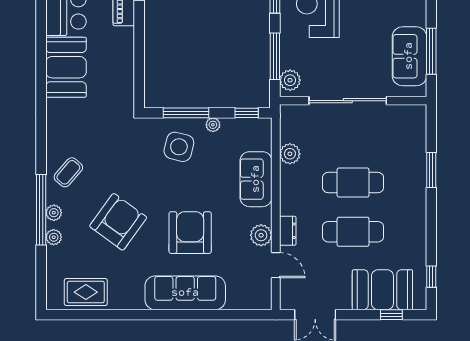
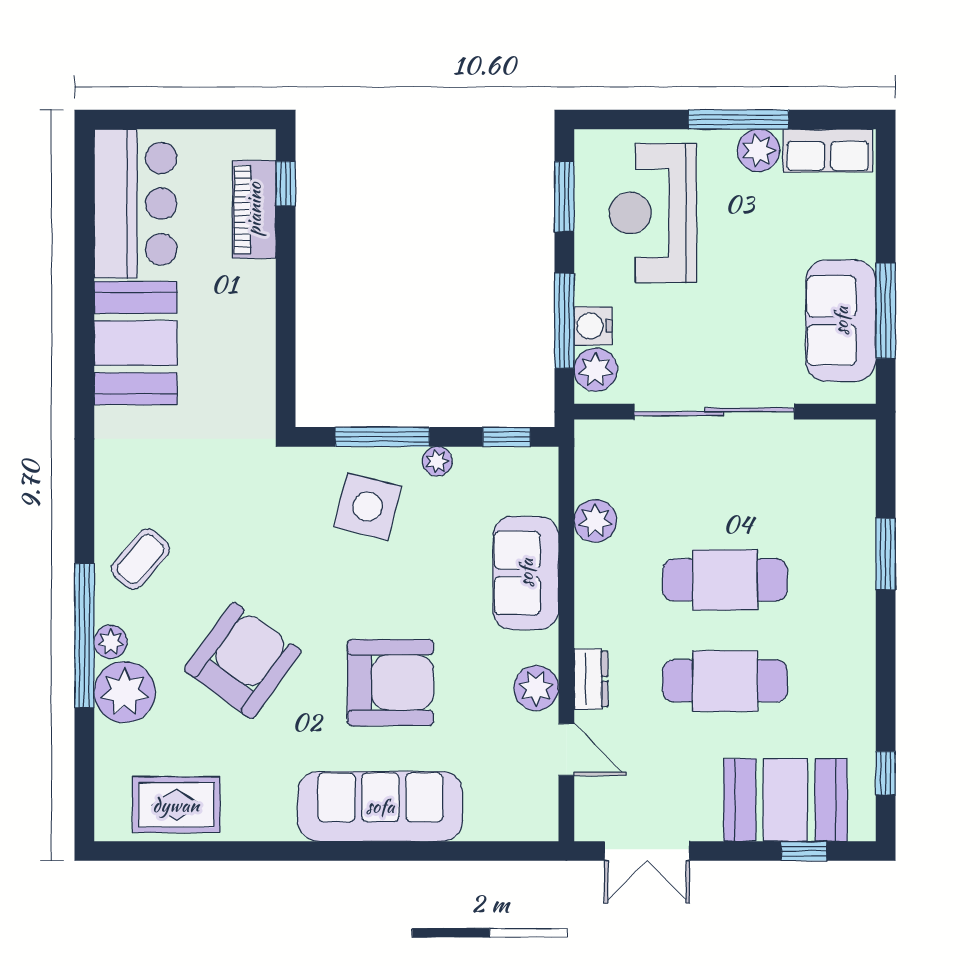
water cooler: (289, 59) -> (593, 326), added
armchair: (190, 233) -> (390, 683), turned 90
plant: (54, 237) -> (125, 692), width x1.87, depth x1.87

